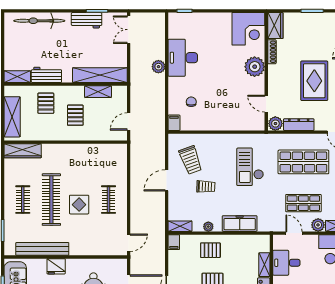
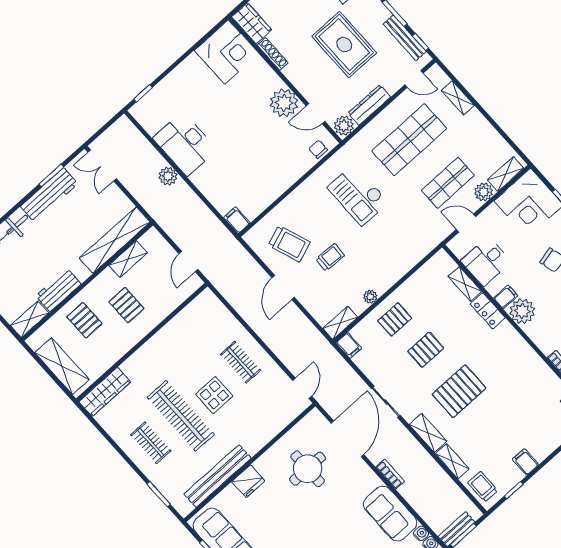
workbench: (87, 20) -> (49, 195), width x1.38
plant: (255, 67) -> (284, 103), moved
chair: (191, 102) -> (318, 149), moved
freezer: (240, 224) -> (400, 264), removed

